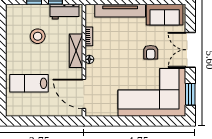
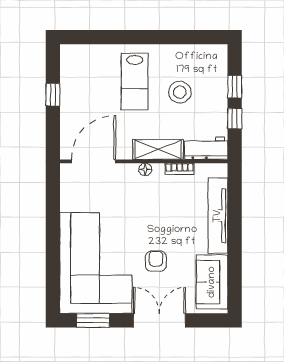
workbench: (65, 12) -> (206, 148), moved, turned 90
armchair: (151, 52) -> (156, 261), turned 90
lab bench: (29, 83) -> (135, 82), moved, turned 180
window: (39, 121) -> (53, 95), added

